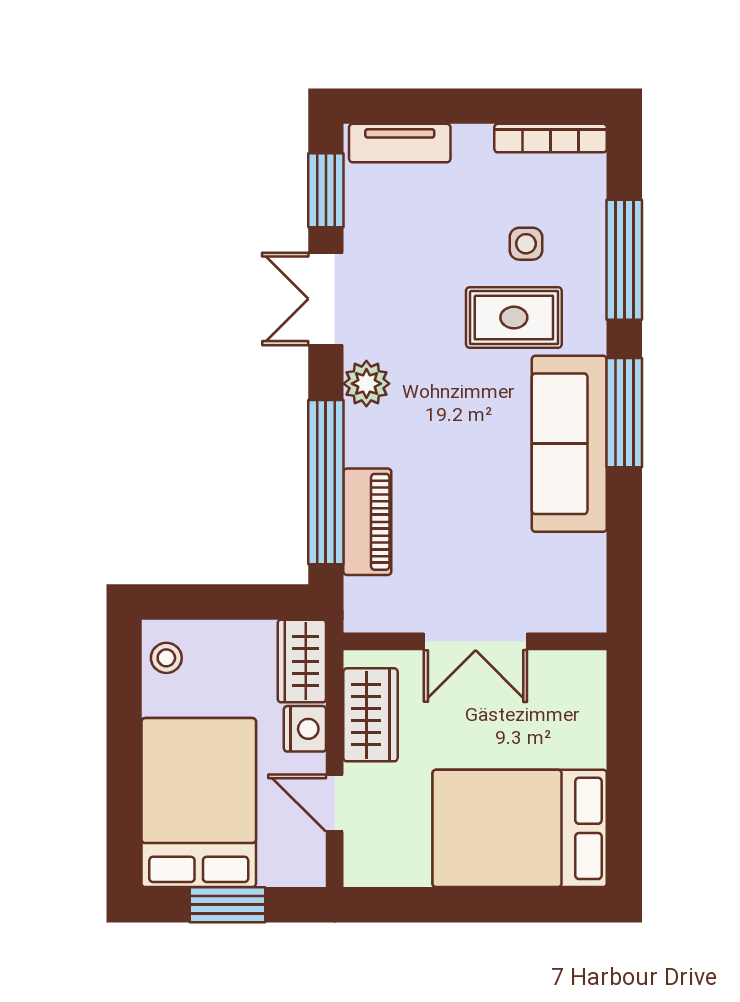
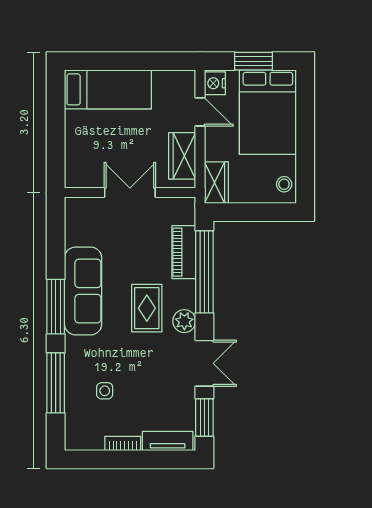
bookcase: (551, 138) -> (123, 443), moved, width x0.64
rug: (514, 318) -> (147, 308), moved, turned 90
nightstand: (305, 729) -> (215, 83), moved
bed: (520, 828) -> (108, 89), width x0.67

